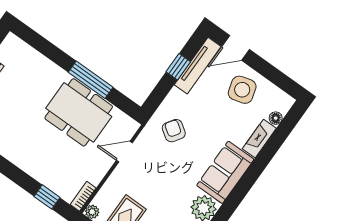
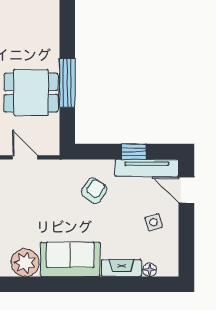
side table: (242, 90) -> (154, 222), width x0.54, depth x0.54
dining table: (79, 112) -> (31, 93), width x0.73
armchair: (174, 131) -> (94, 191), moved

